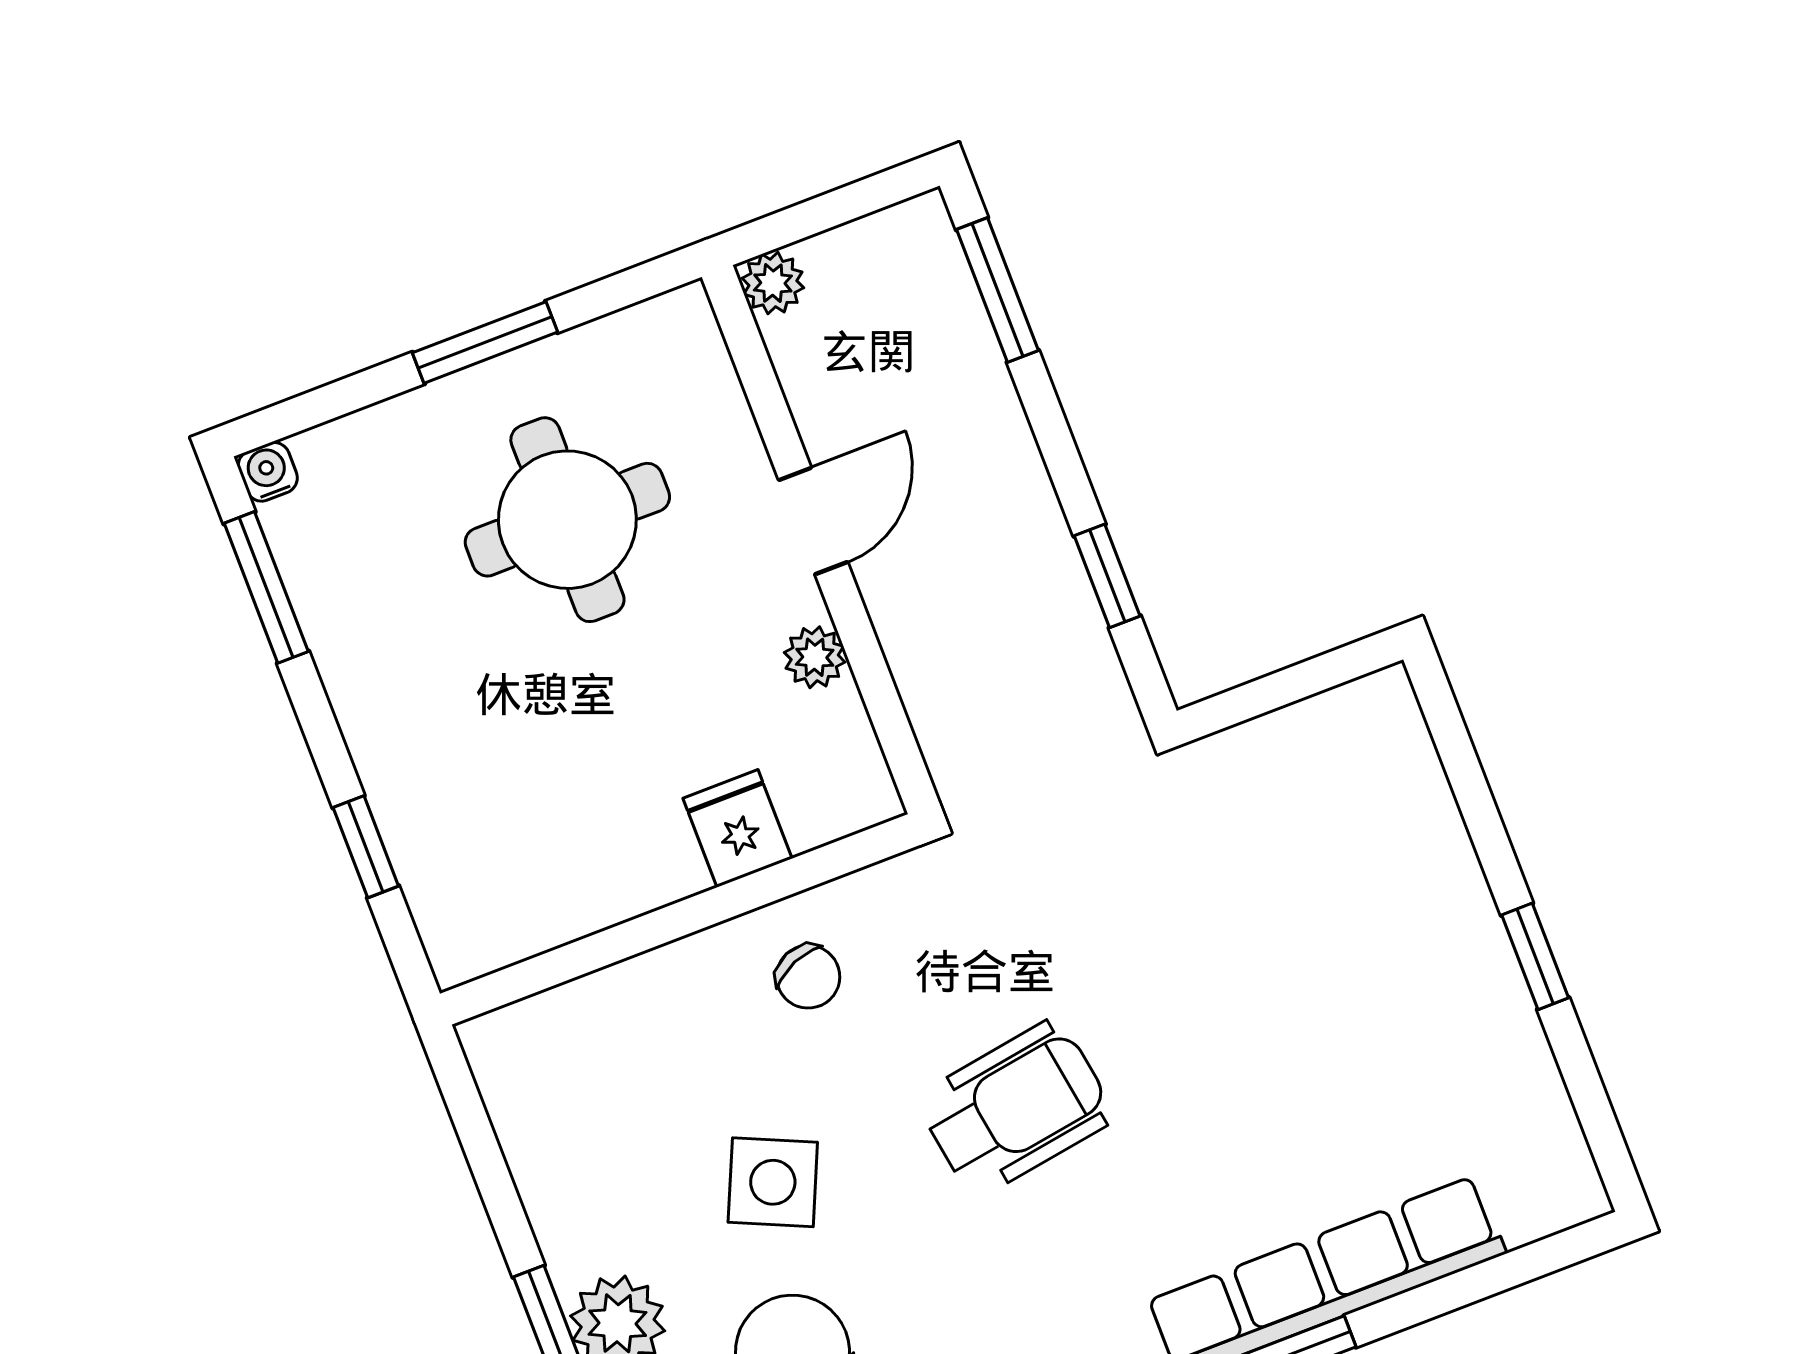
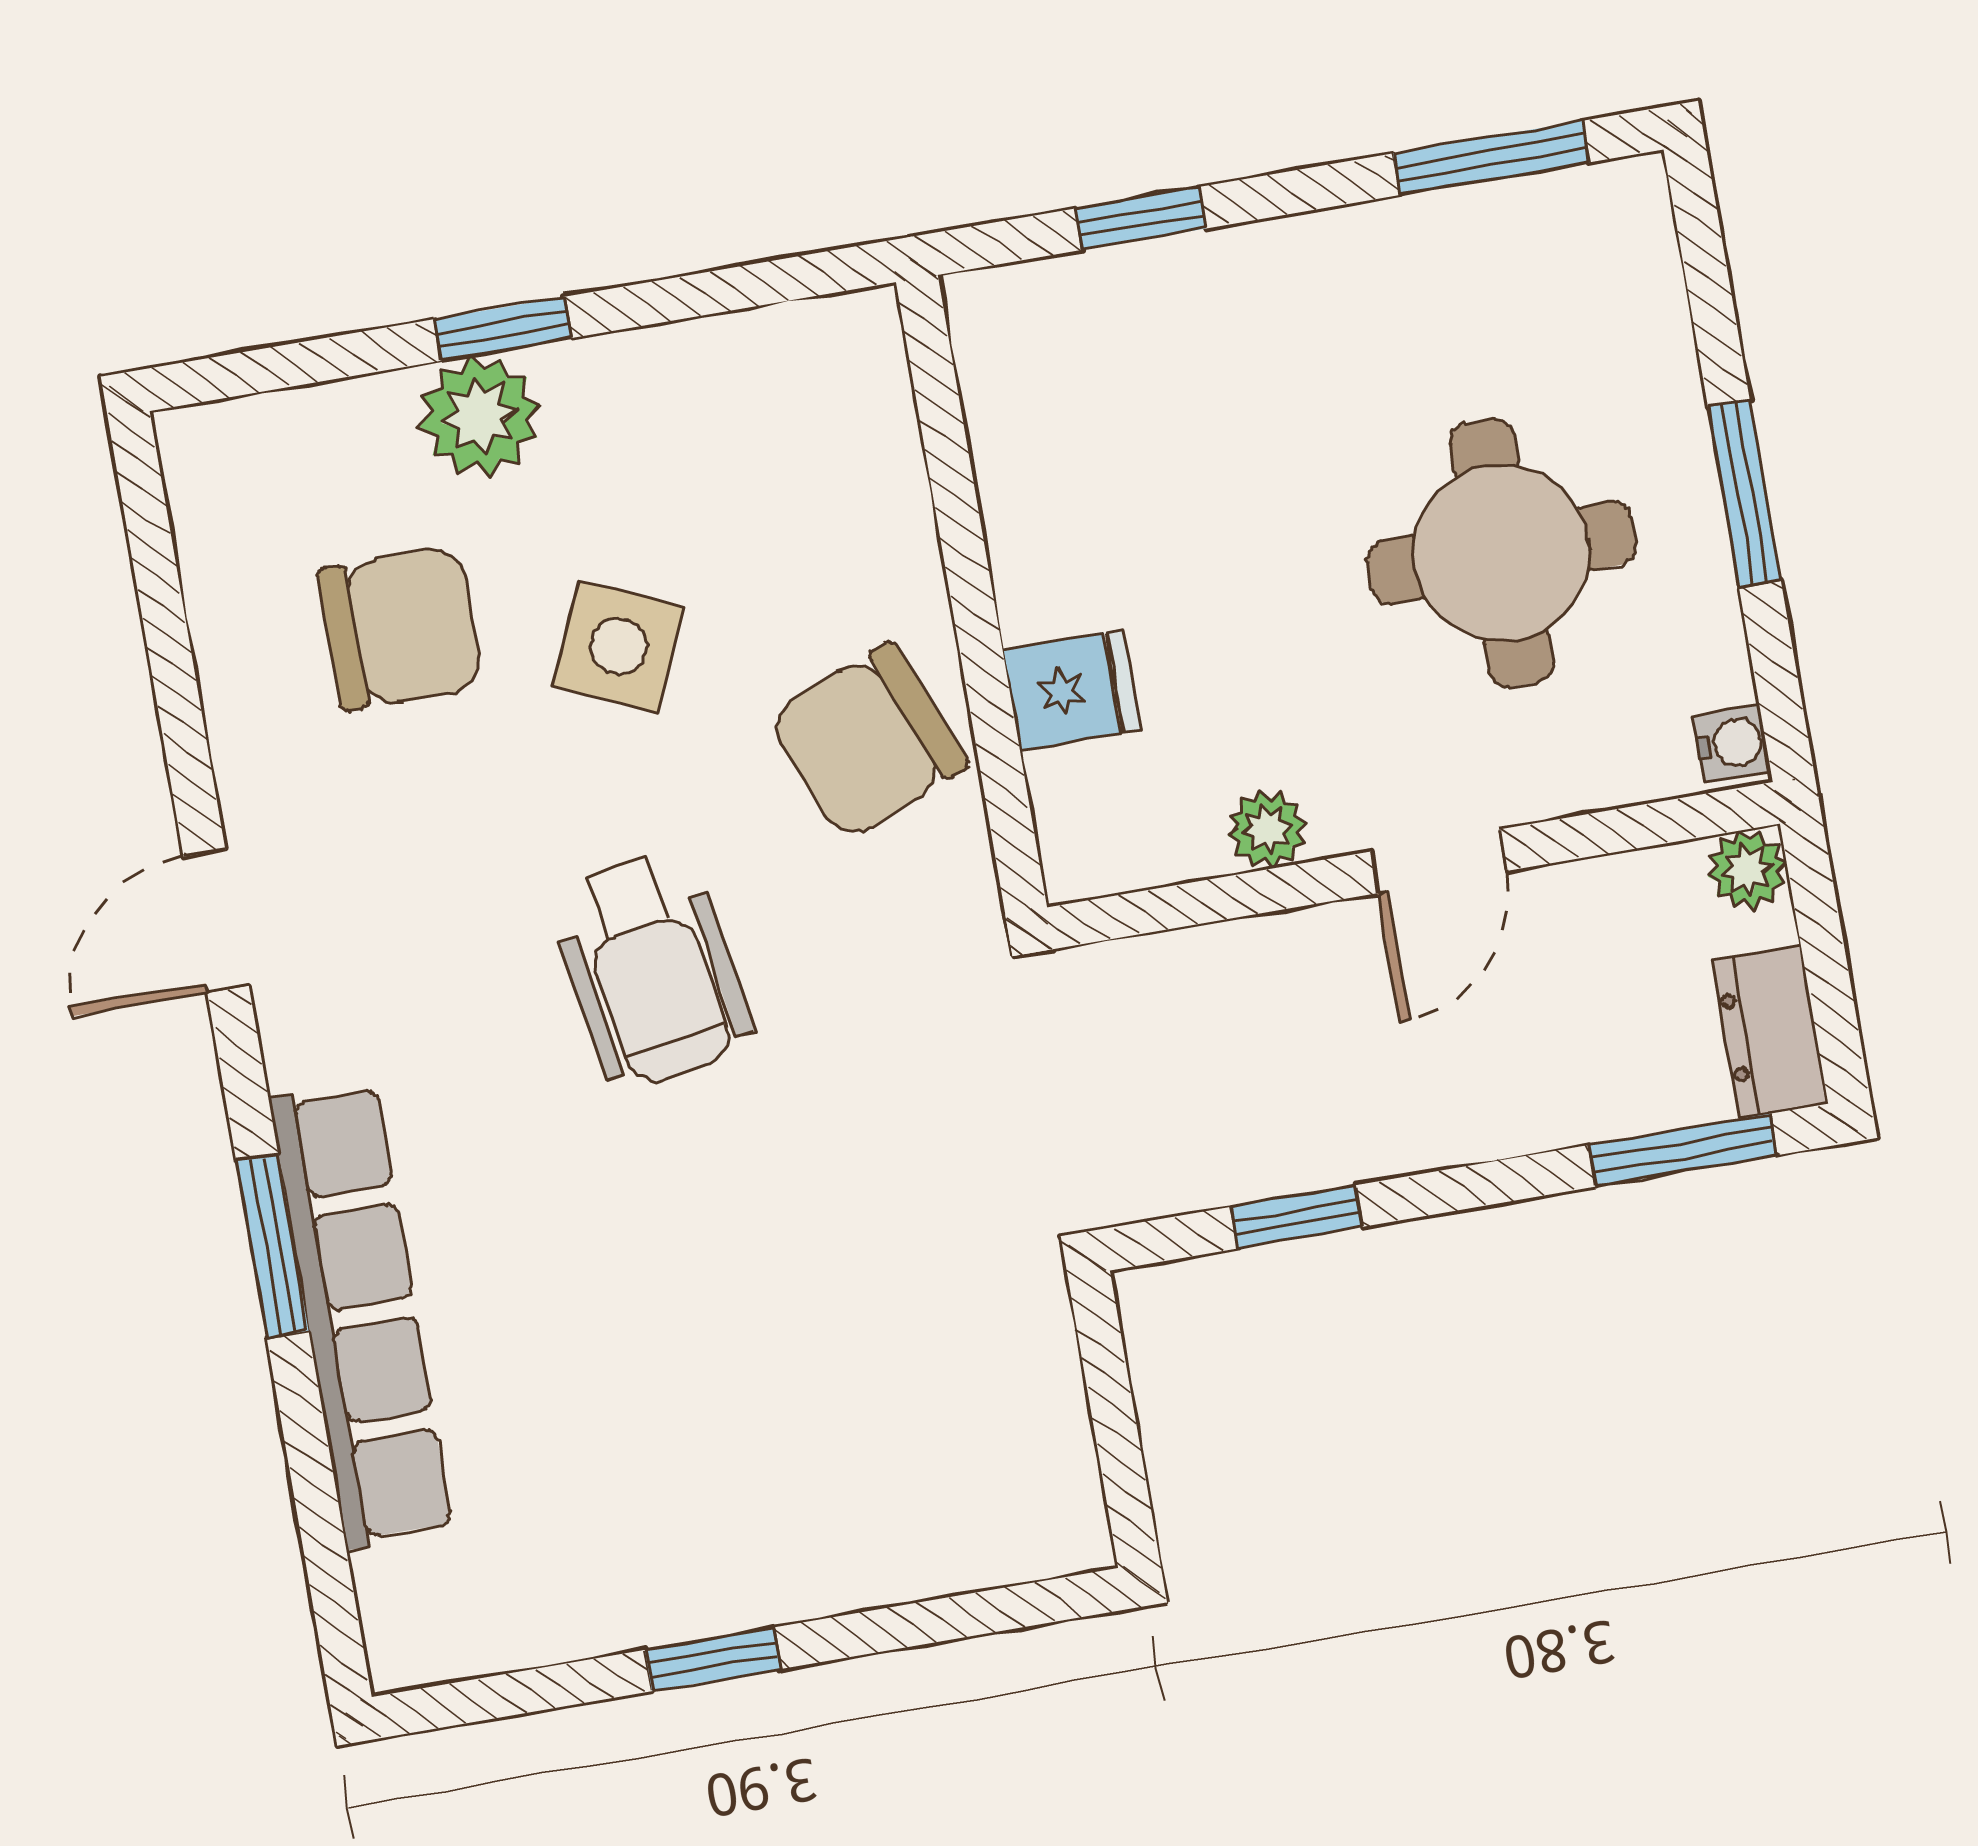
dresser: (894, 241) -> (1770, 1032), added
water cooler: (268, 472) -> (1732, 743), moved
door: (813, 521) -> (1439, 861), hinge flipped
chair: (808, 977) -> (868, 742), width x1.87, depth x1.87

